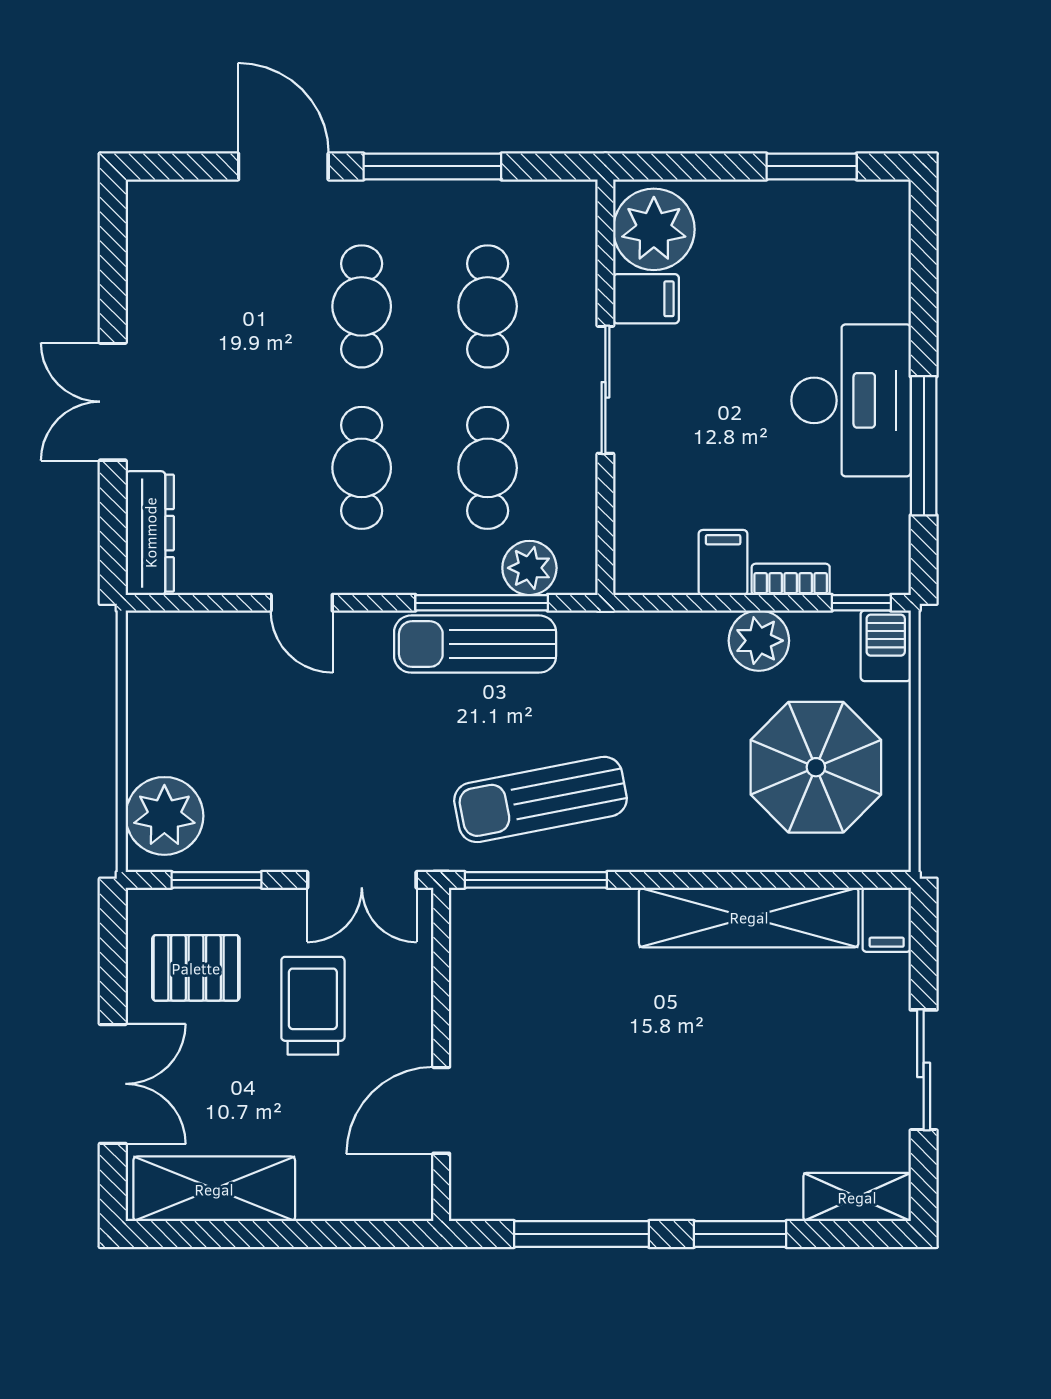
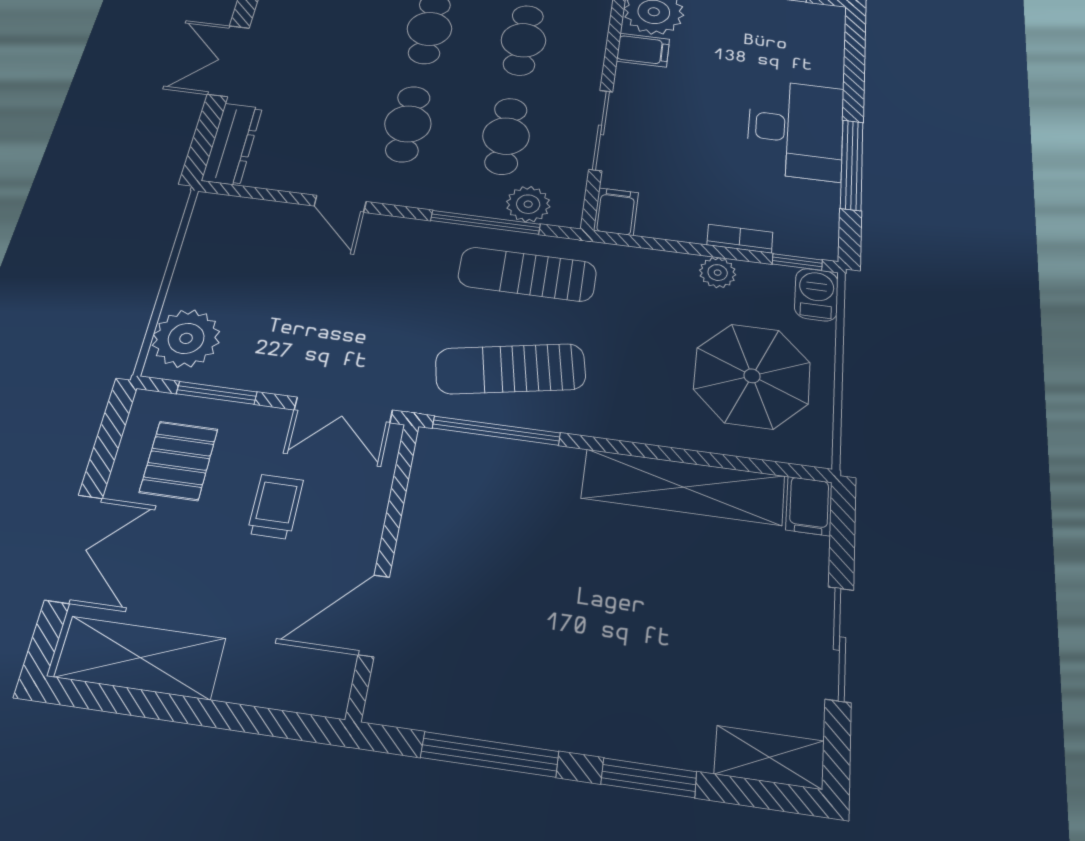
sliding door: (605, 390) -> (601, 130), moved
filing cabinet: (723, 562) -> (616, 212), moved
plant: (759, 641) -> (718, 273), width x0.73, depth x0.73
sun lounger: (475, 644) -> (527, 274), moved
pallet: (196, 968) -> (179, 461), turned 90
trolley: (313, 1006) -> (275, 507), width x0.73, depth x0.72

